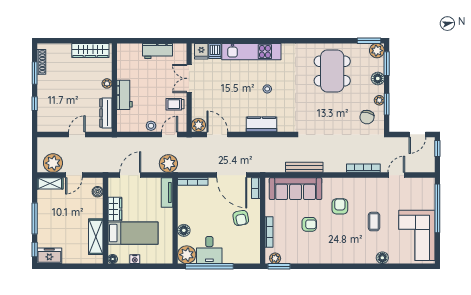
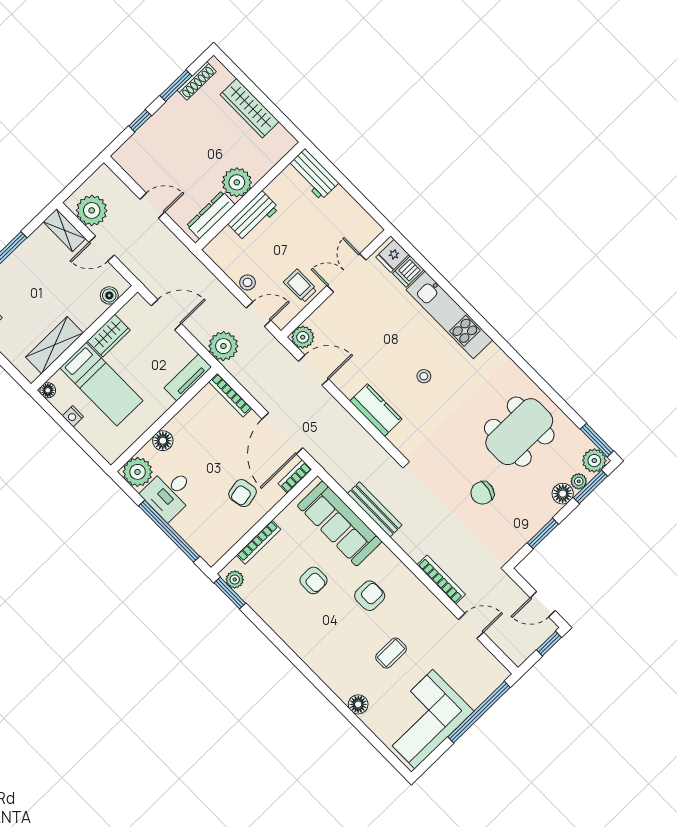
wardrobe: (90, 50) -> (250, 108), moved
workbench: (157, 51) -> (313, 174), moved
plant: (107, 83) -> (237, 182), width x1.87, depth x1.87
plant: (379, 100) -> (579, 481), moved
chair: (367, 117) -> (482, 493), moved
door: (217, 134) -> (313, 370), hinge flipped
window: (209, 266) -> (169, 531), moved

